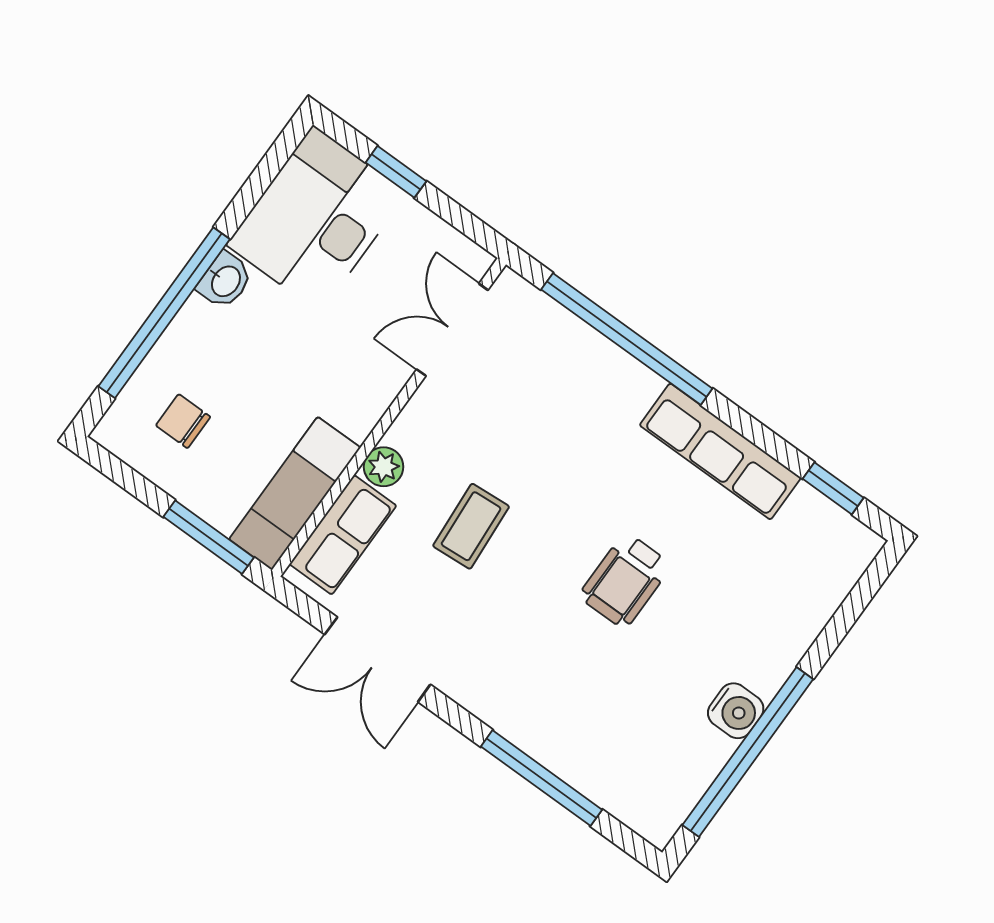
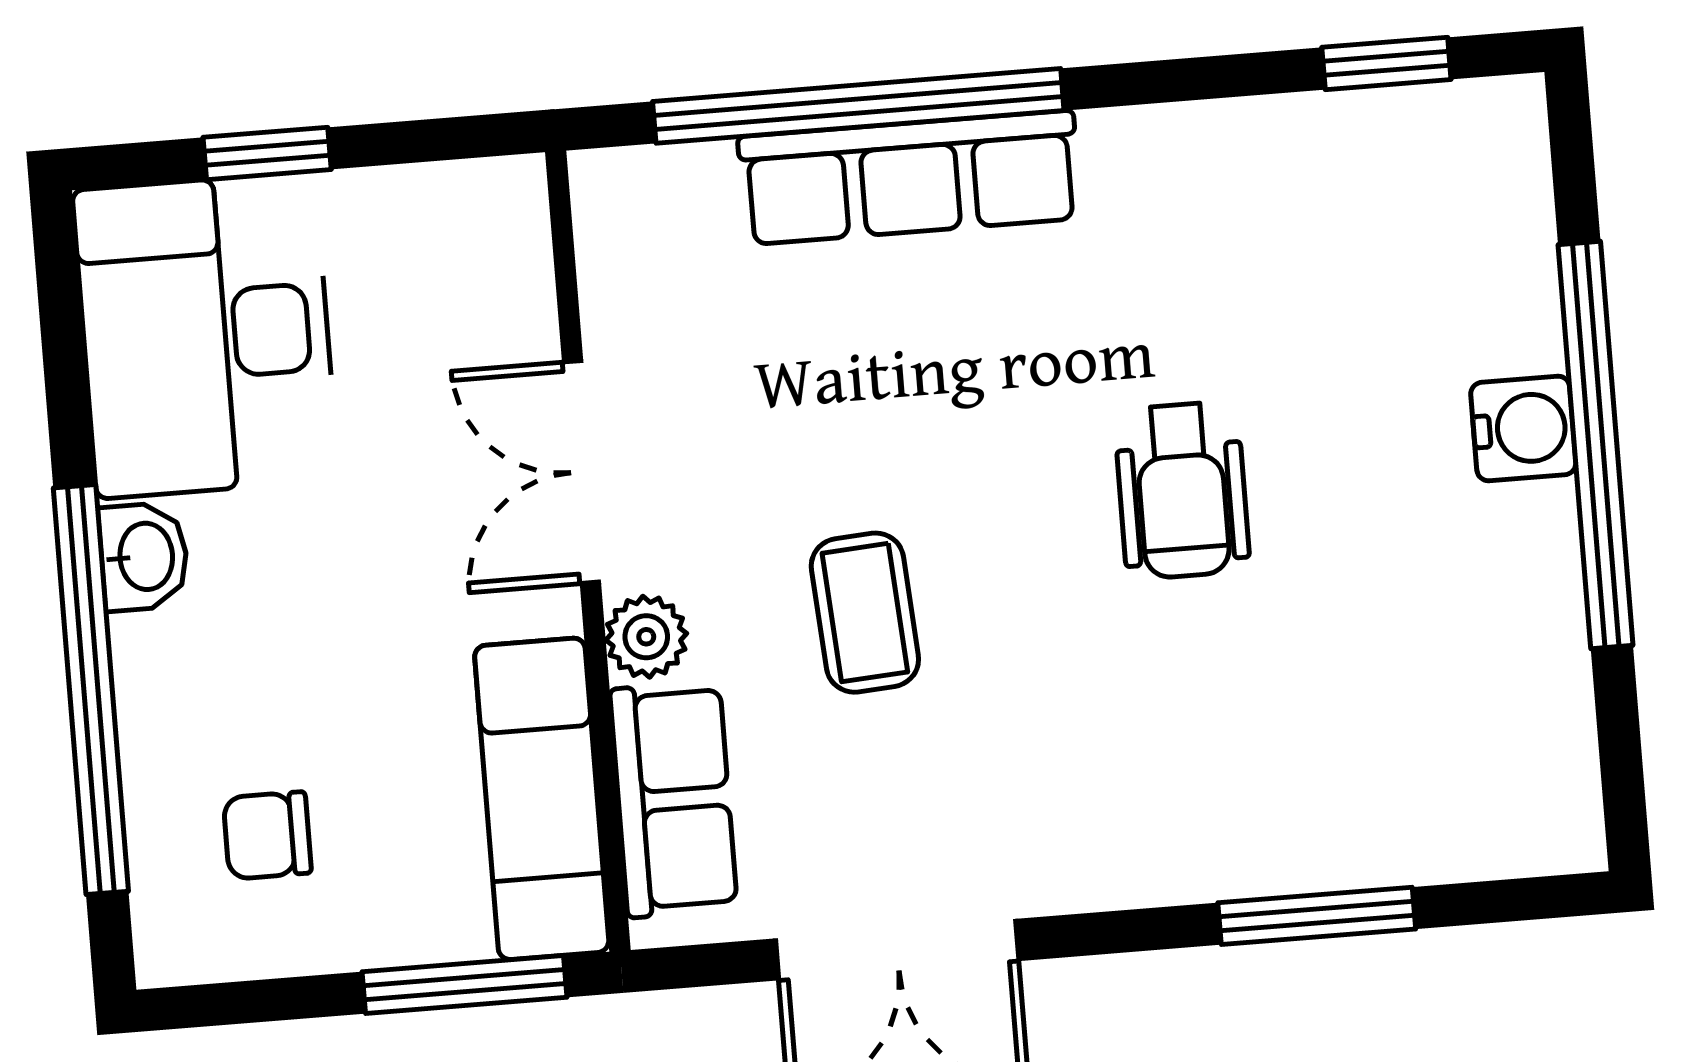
double door: (452, 330) -> (581, 472), moved
row of seats: (720, 451) -> (910, 178), moved
water cooler: (736, 711) -> (1523, 428), moved
window: (748, 752) -> (1596, 445), moved
window: (542, 778) -> (1317, 916), width x0.69

